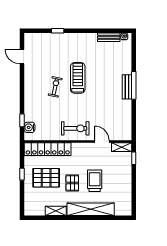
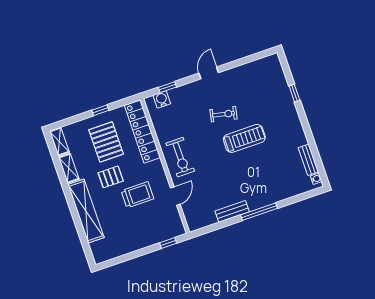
door: (22, 57) -> (209, 73), moved
bench: (127, 87) -> (232, 211), moved
shelving: (122, 147) -> (59, 142), moved
trolley: (95, 181) -> (137, 195), moved

